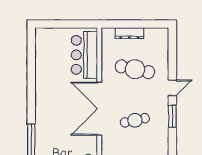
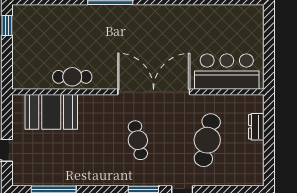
dresser: (129, 33) -> (256, 127), width x0.70

